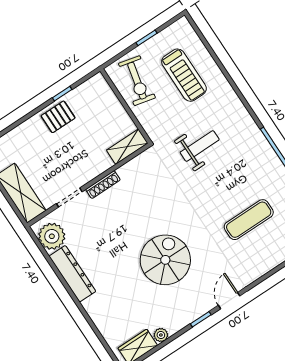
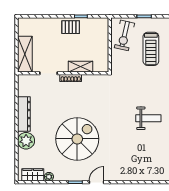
weight bench: (200, 146) -> (148, 118), moved
shelving: (127, 147) -> (80, 67), moved
exercise mat: (249, 220) -> (135, 147), removed
plant: (52, 236) -> (26, 141), moved
spiral stairs: (165, 260) -> (77, 139), width x1.37, depth x1.37

